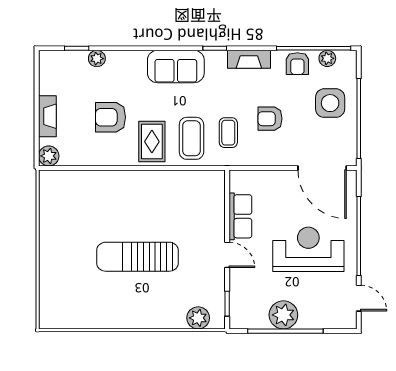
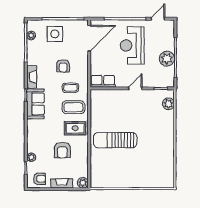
armchair: (297, 64) -> (40, 179), moved
sofa: (176, 67) -> (35, 104), moved
row of seats: (240, 216) -> (103, 81), moved
sun lounger: (137, 257) -> (115, 140), moved, turned 90

